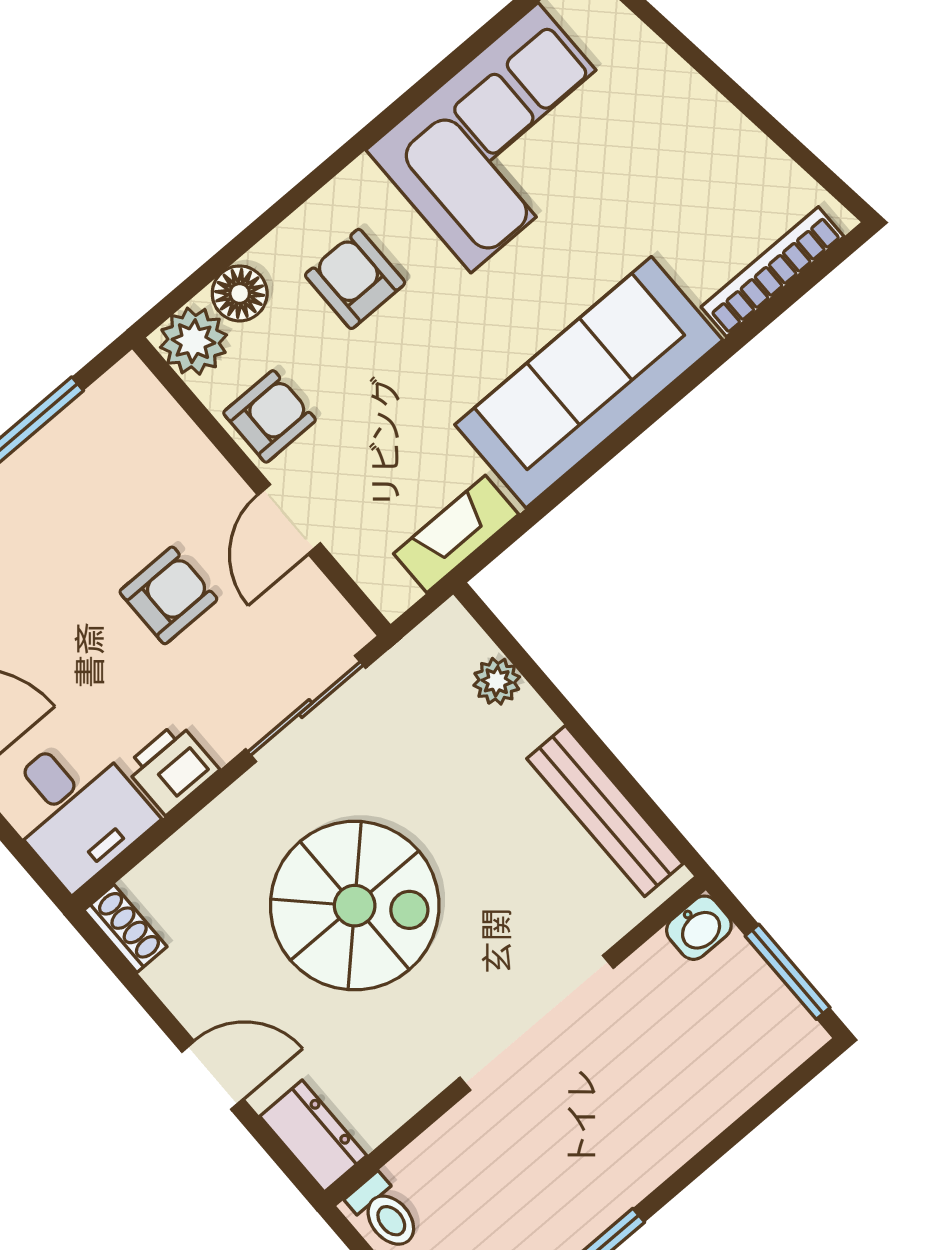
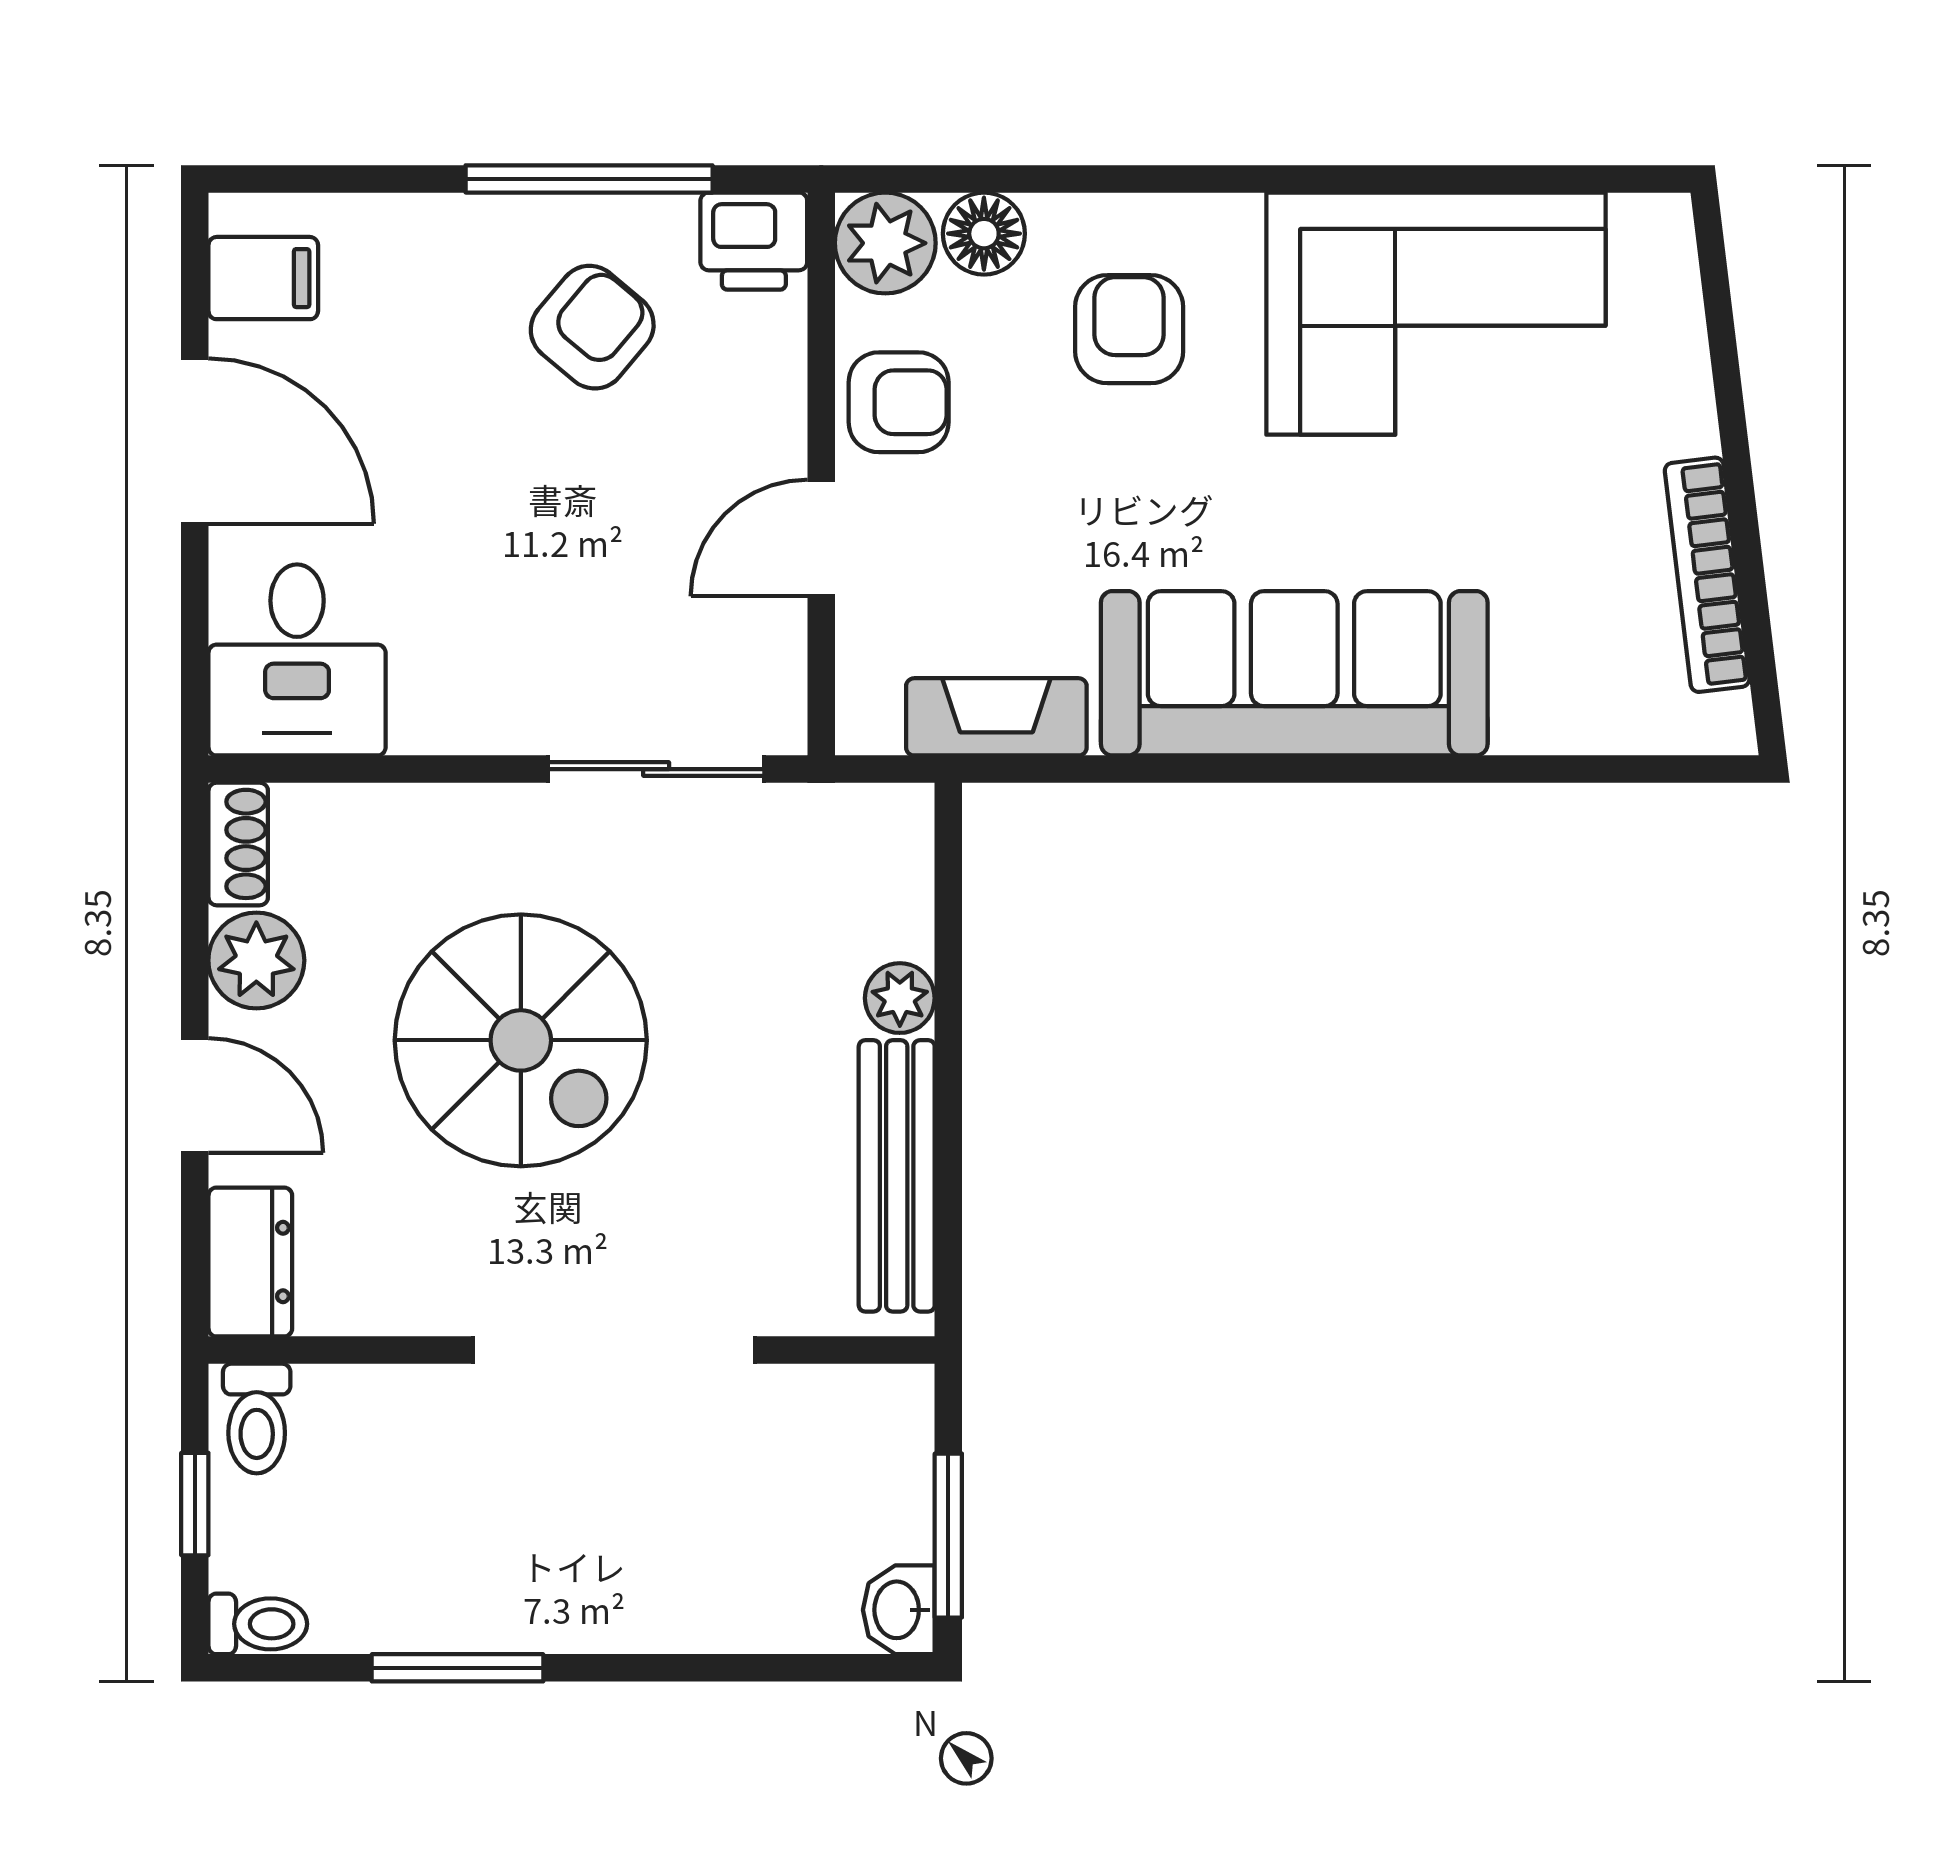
bookcase: (773, 272) -> (1707, 575), moved, turned -97
armchair: (168, 595) -> (592, 327), moved, turned -50
plant: (497, 681) -> (900, 998), moved
printer: (172, 768) -> (754, 241), moved, turned 180
washbasin: (699, 928) -> (899, 1610), moved, turned 90
plant: (185, 980) -> (256, 960), added

